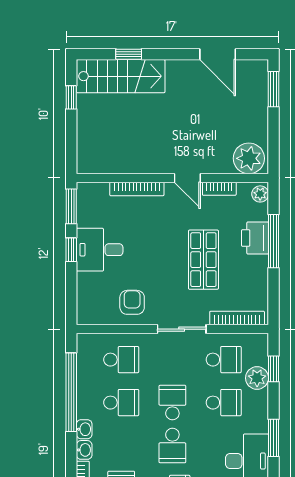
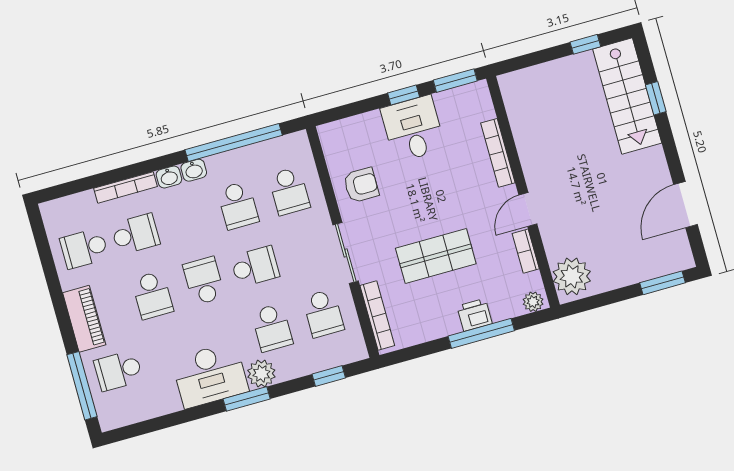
printer: (255, 238) -> (474, 315), width x0.73, depth x0.81
plant: (257, 378) -> (261, 374), moved
school desk: (172, 445) -> (204, 281), turned 90

